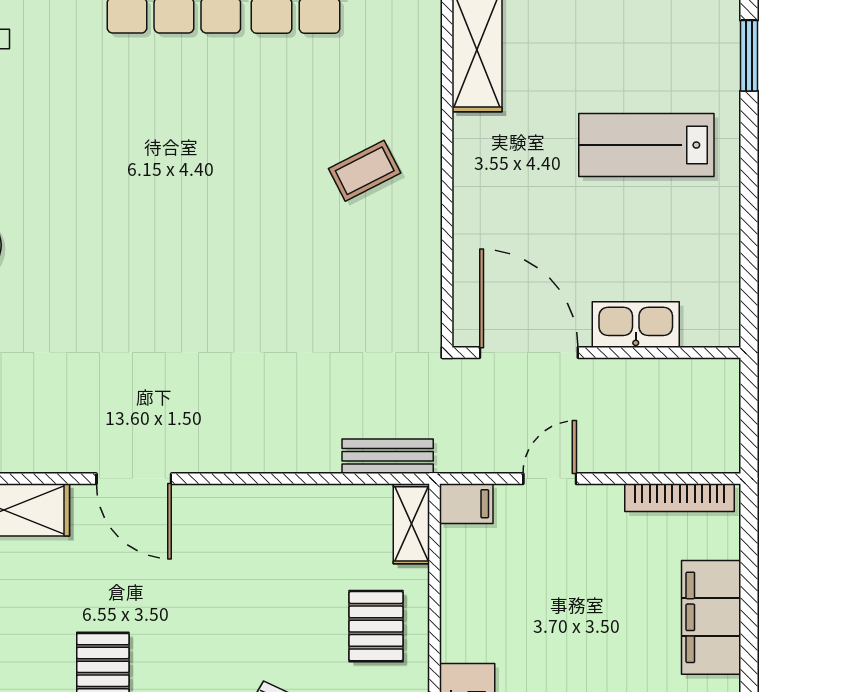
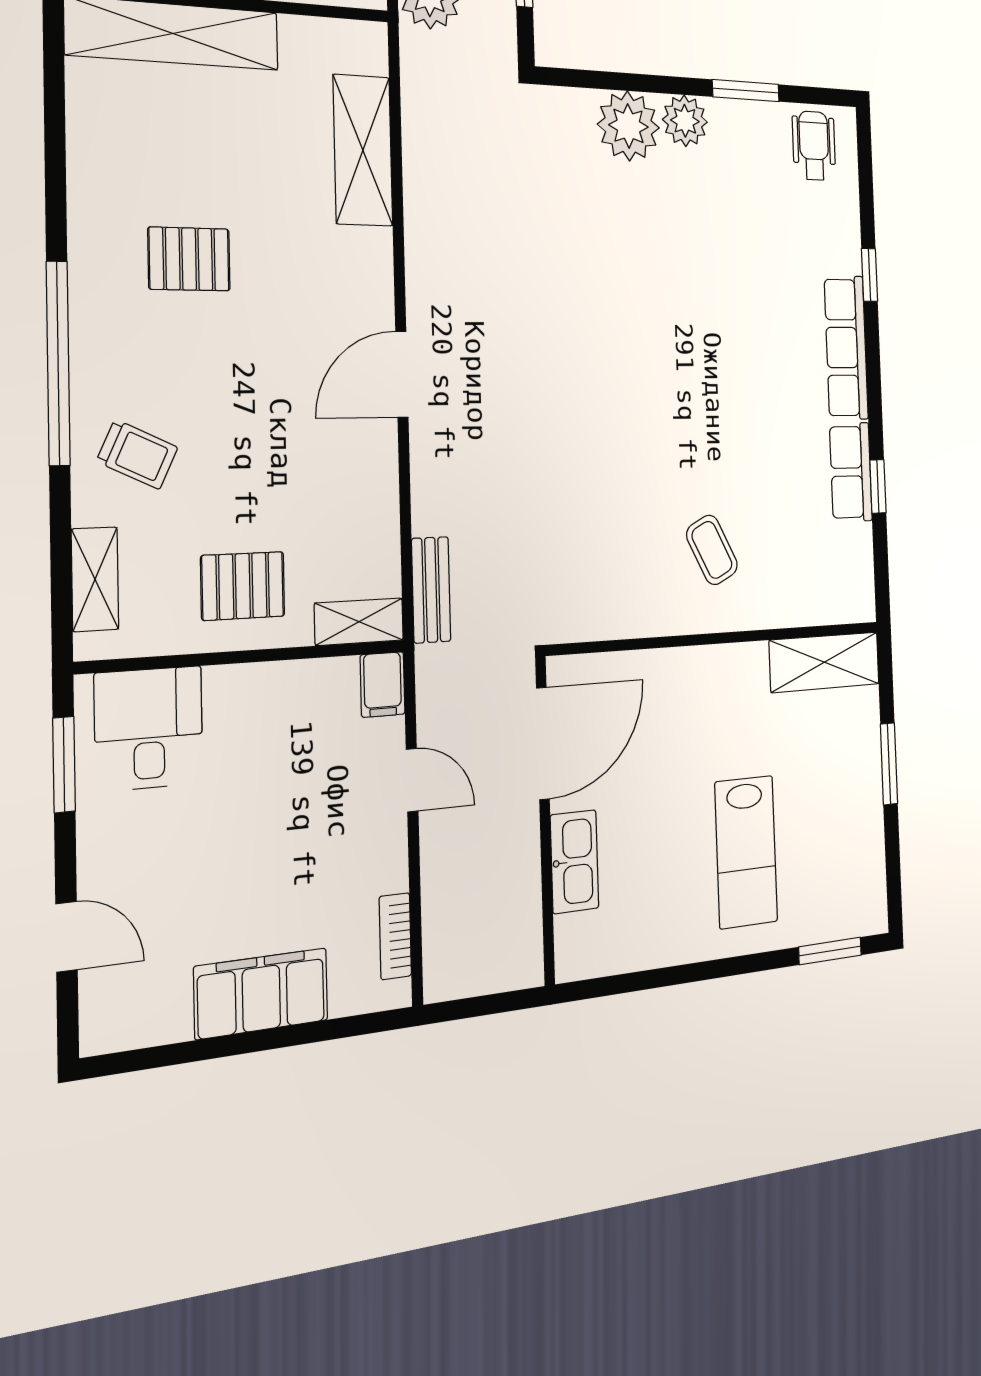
lab bench: (646, 145) -> (746, 852), turned 180
door: (134, 479) -> (402, 374), moved
bookcase: (680, 498) -> (395, 936), width x0.64

